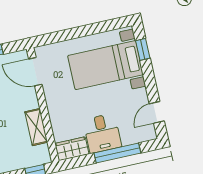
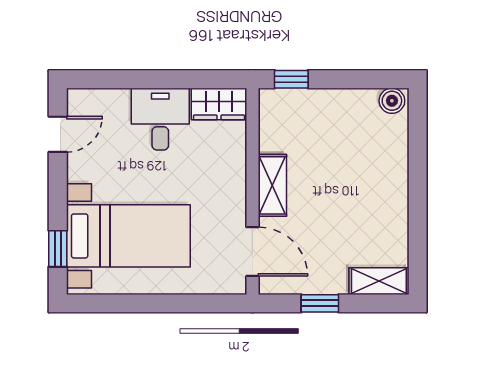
shelving: (36, 127) -> (272, 185), moved
window: (117, 153) -> (142, 79), removed

